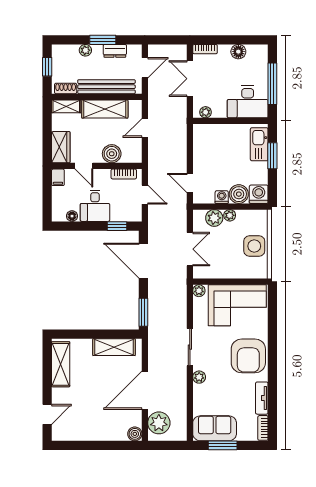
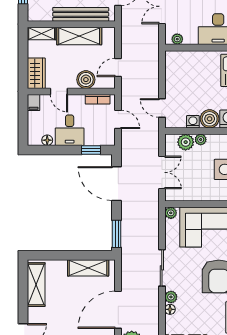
shoe rack: (66, 89) -> (41, 16), removed
door: (145, 128) -> (118, 67), moved
floor lamp: (198, 390) -> (170, 309), added

